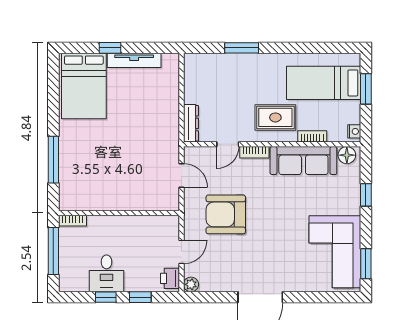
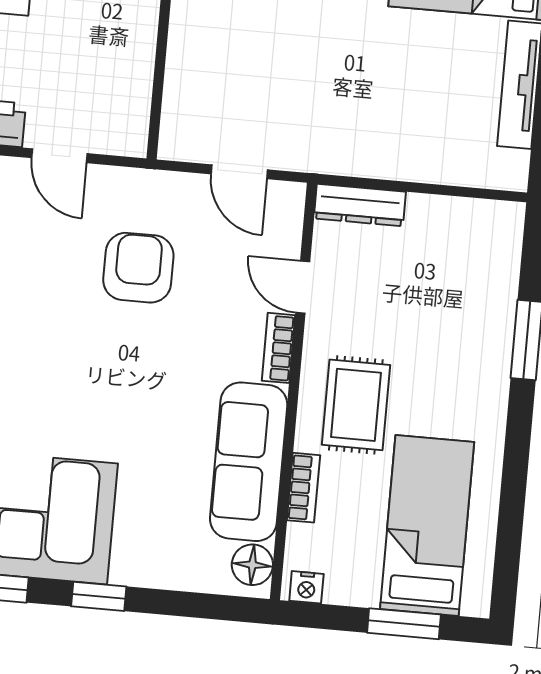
door: (181, 175) -> (239, 172), hinge flipped
window: (366, 195) -> (99, 596), moved
armchair: (226, 214) -> (138, 268), width x0.73, depth x0.73

